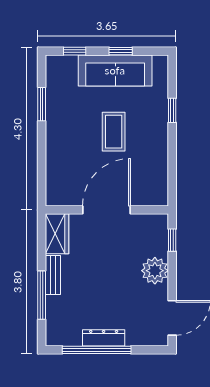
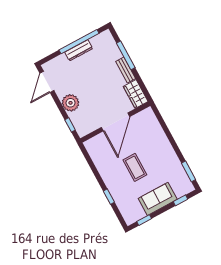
window: (121, 51) -> (144, 220), moved
sofa: (115, 70) -> (158, 199), width x0.73
window: (42, 104) -> (188, 171), moved

